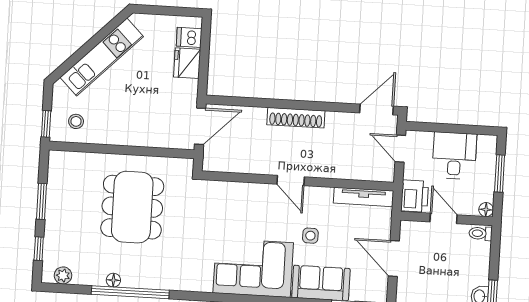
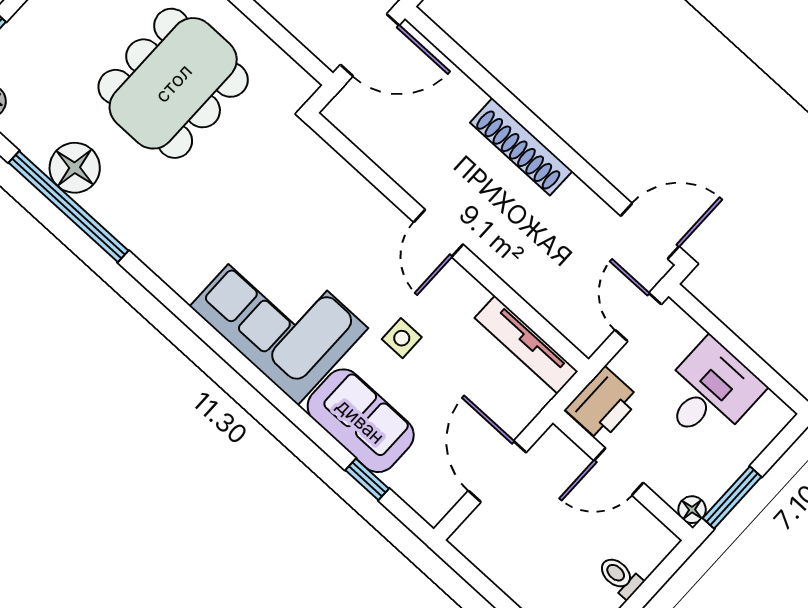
window: (500, 174) -> (732, 497), moved
door: (443, 218) -> (619, 472), swing flipped
toilet: (481, 233) -> (620, 577), moved
floor lamp: (113, 280) -> (75, 168), width x1.89, depth x1.89

